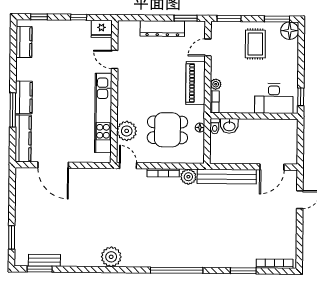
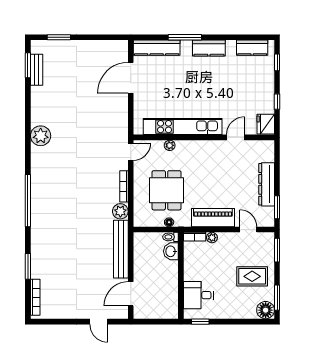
kitchen counter: (24, 97) -> (209, 48), moved
desk: (274, 98) -> (198, 295), width x0.73
plant: (127, 131) -> (170, 145), width x0.53, depth x0.53
door: (272, 167) -> (131, 294), hinge flipped

